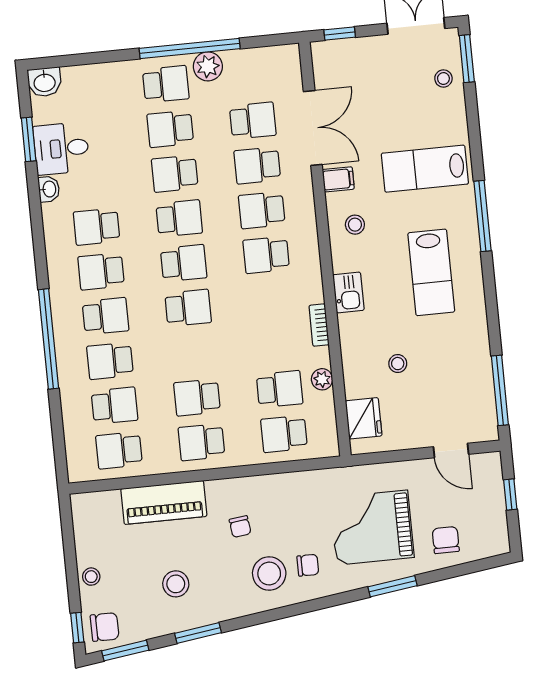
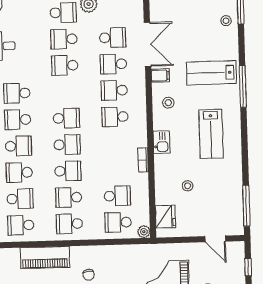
window: (482, 216) -> (243, 87), moved
school desk: (179, 218) -> (68, 171), moved
plant: (322, 379) -> (144, 232), moved

